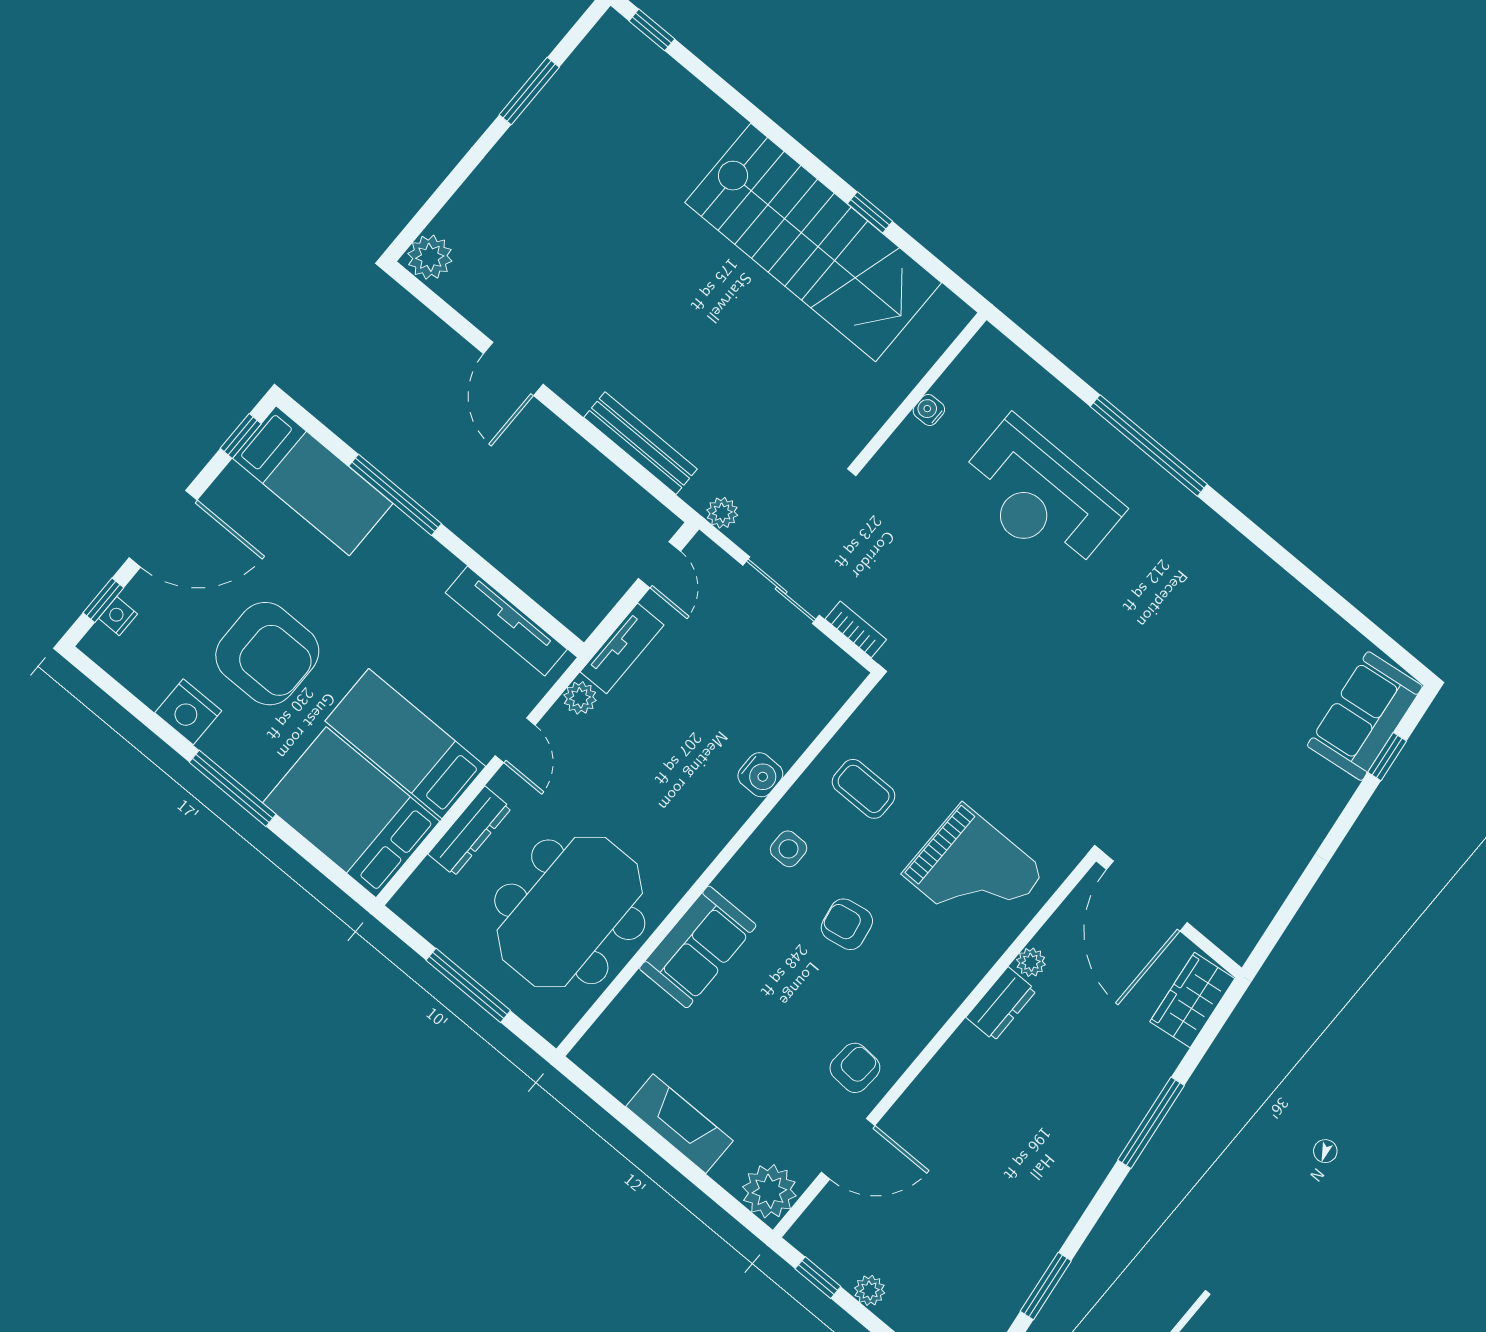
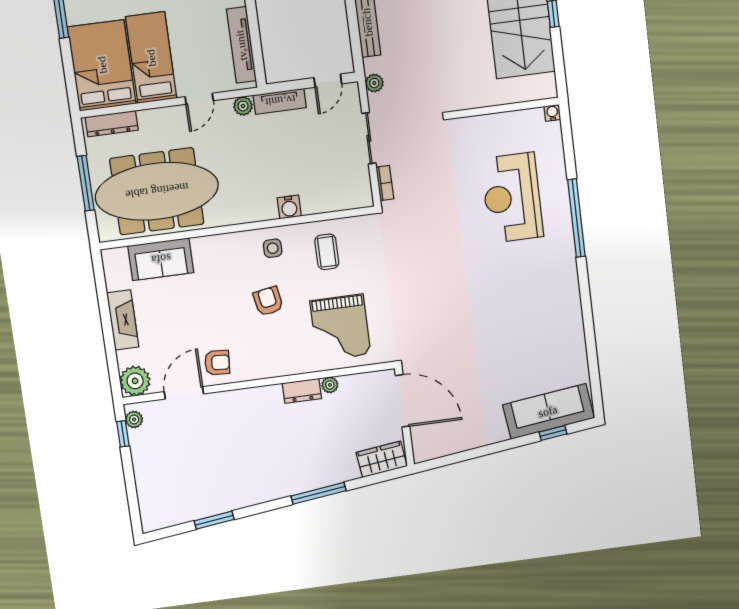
water cooler: (929, 410) -> (552, 113), moved
sofa: (1365, 716) -> (548, 411), width x1.36
dresser: (470, 831) -> (112, 124), moved
door: (1147, 896) -> (402, 401), swing flipped
meeting table: (570, 912) -> (157, 191), width x1.36
sofa: (698, 947) -> (161, 259), moved
door: (848, 1149) -> (184, 393), swing flipped
plant: (870, 1290) -> (134, 419), moved

